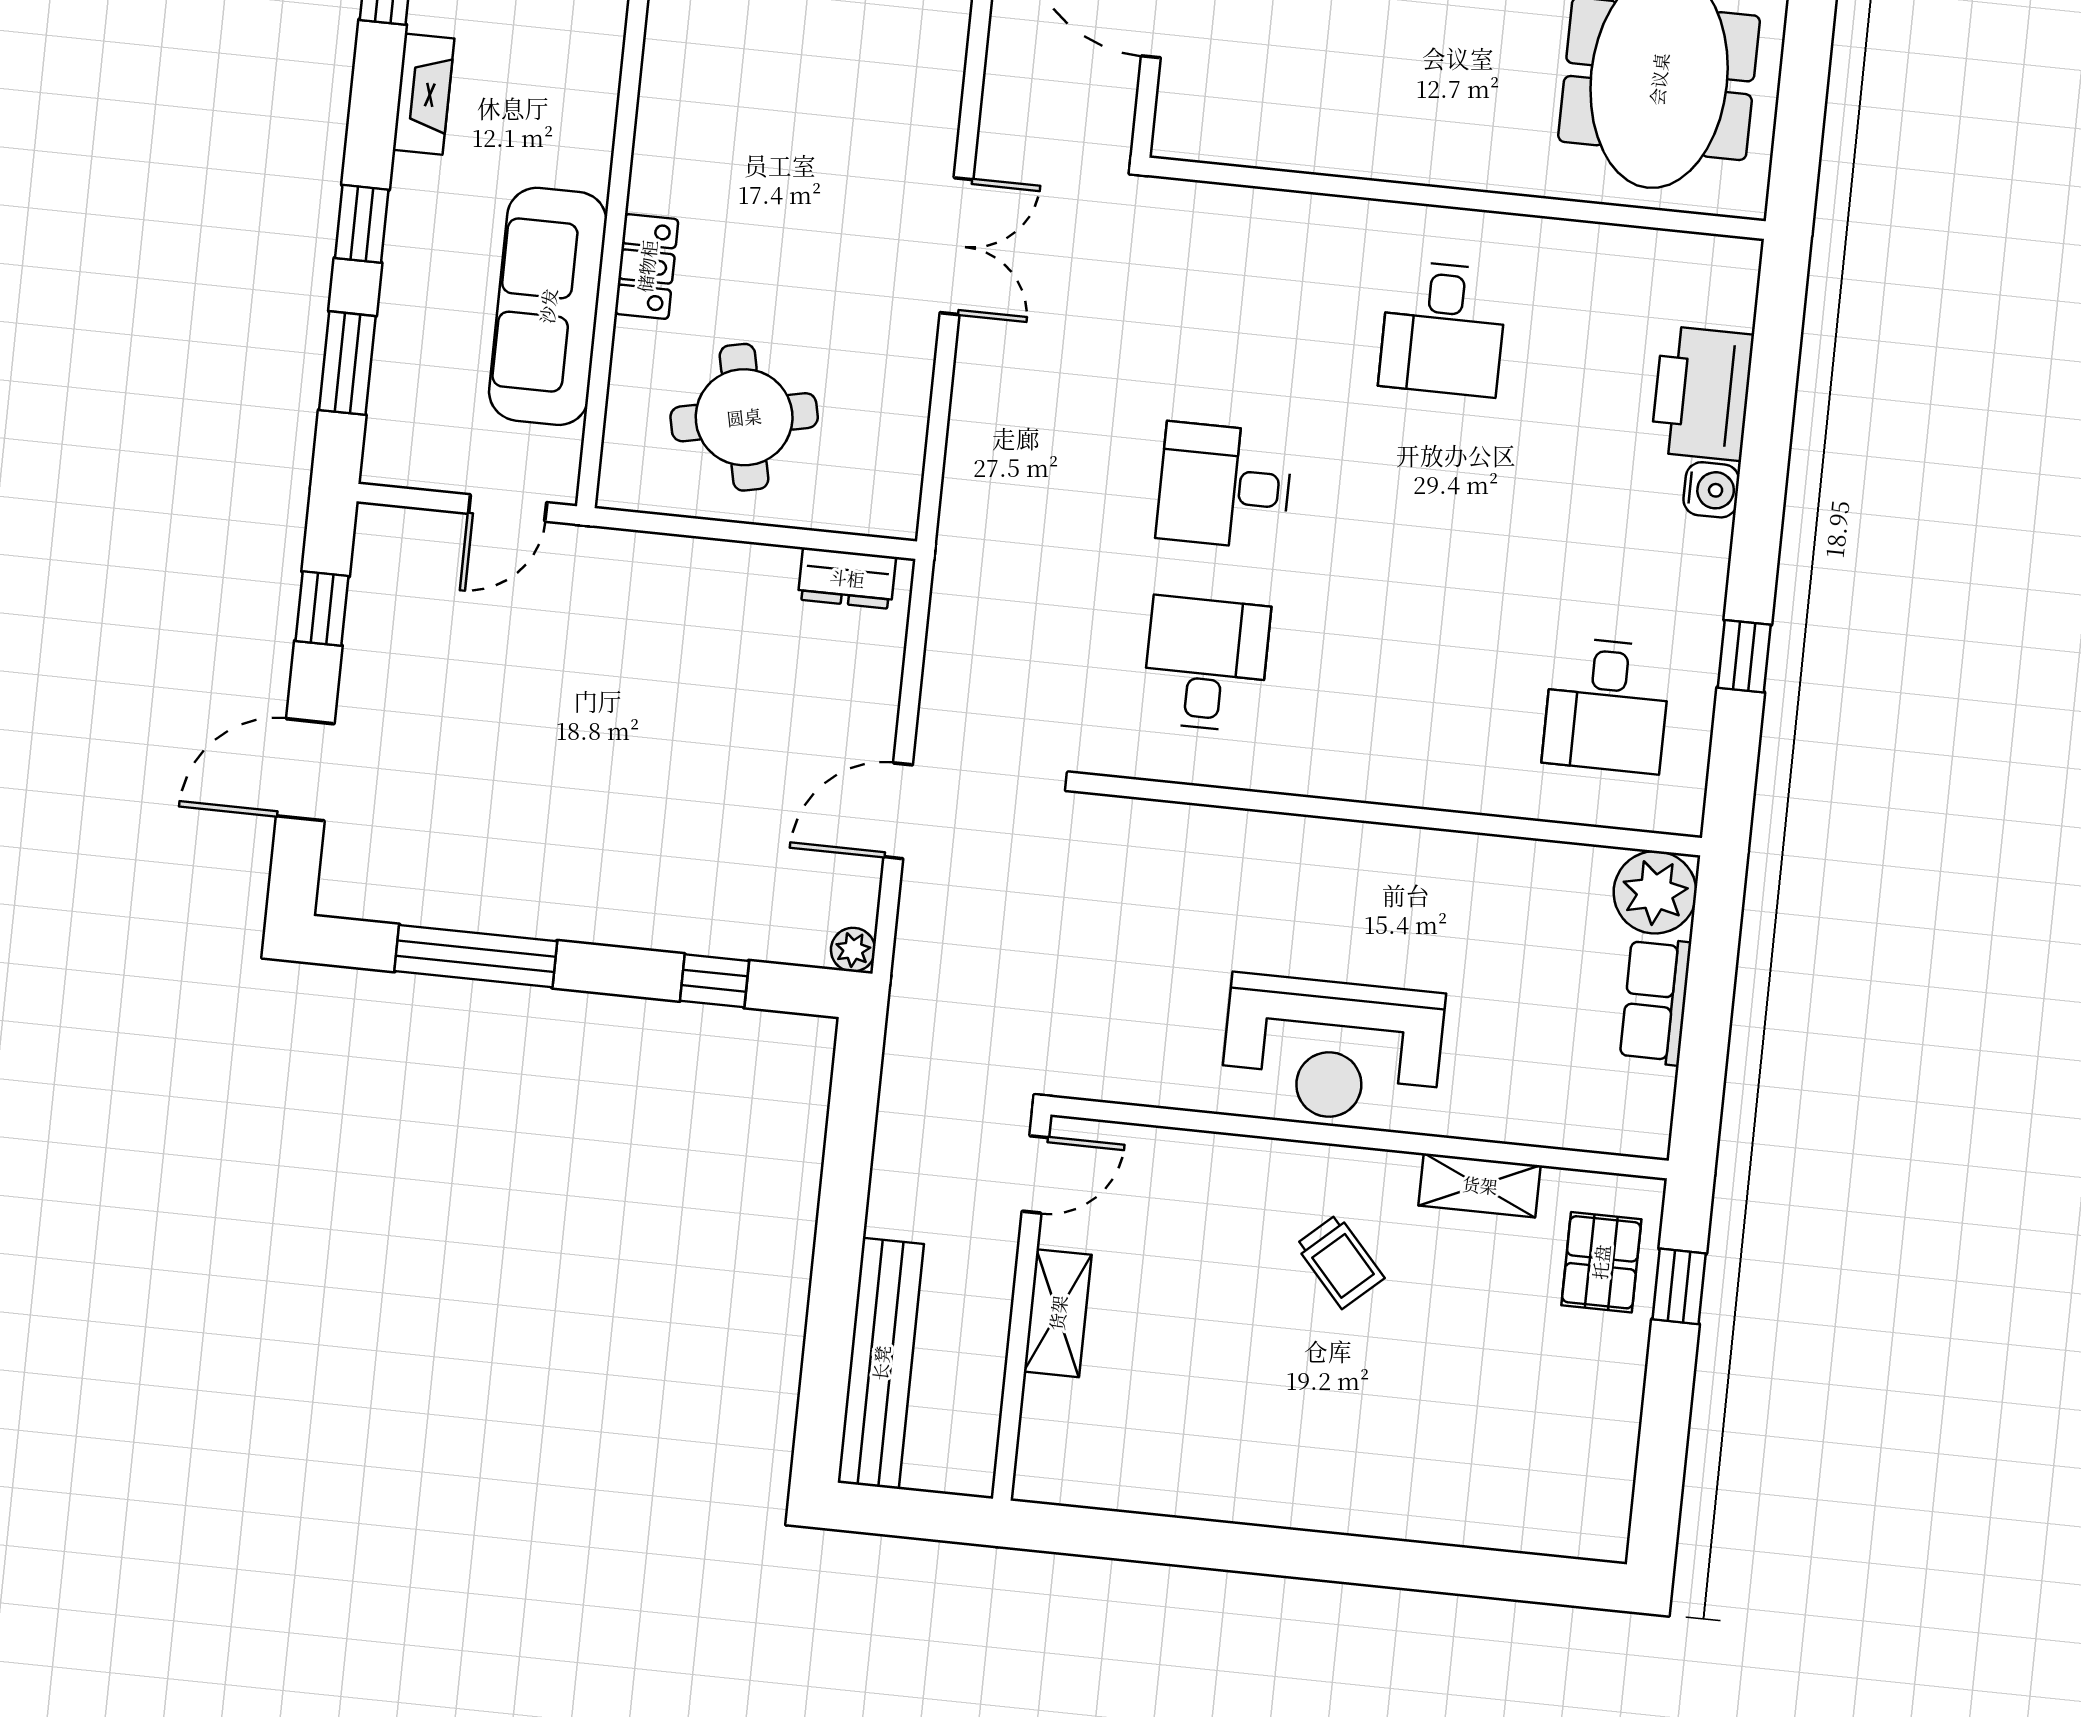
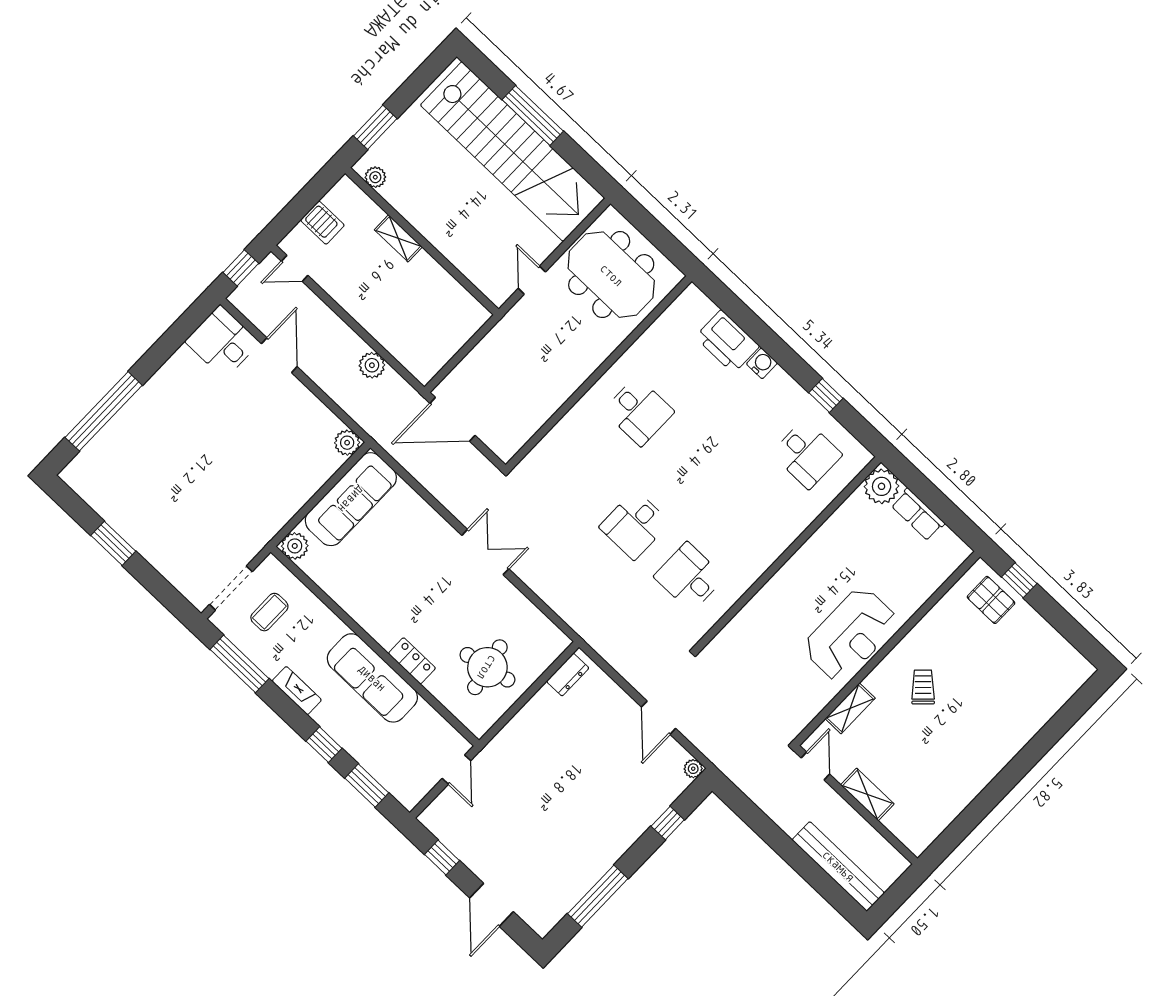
sofa: (548, 306) -> (372, 678), moved
shelving: (1480, 1185) -> (850, 708), moved
trolley: (1340, 1261) -> (923, 687), turned -92

